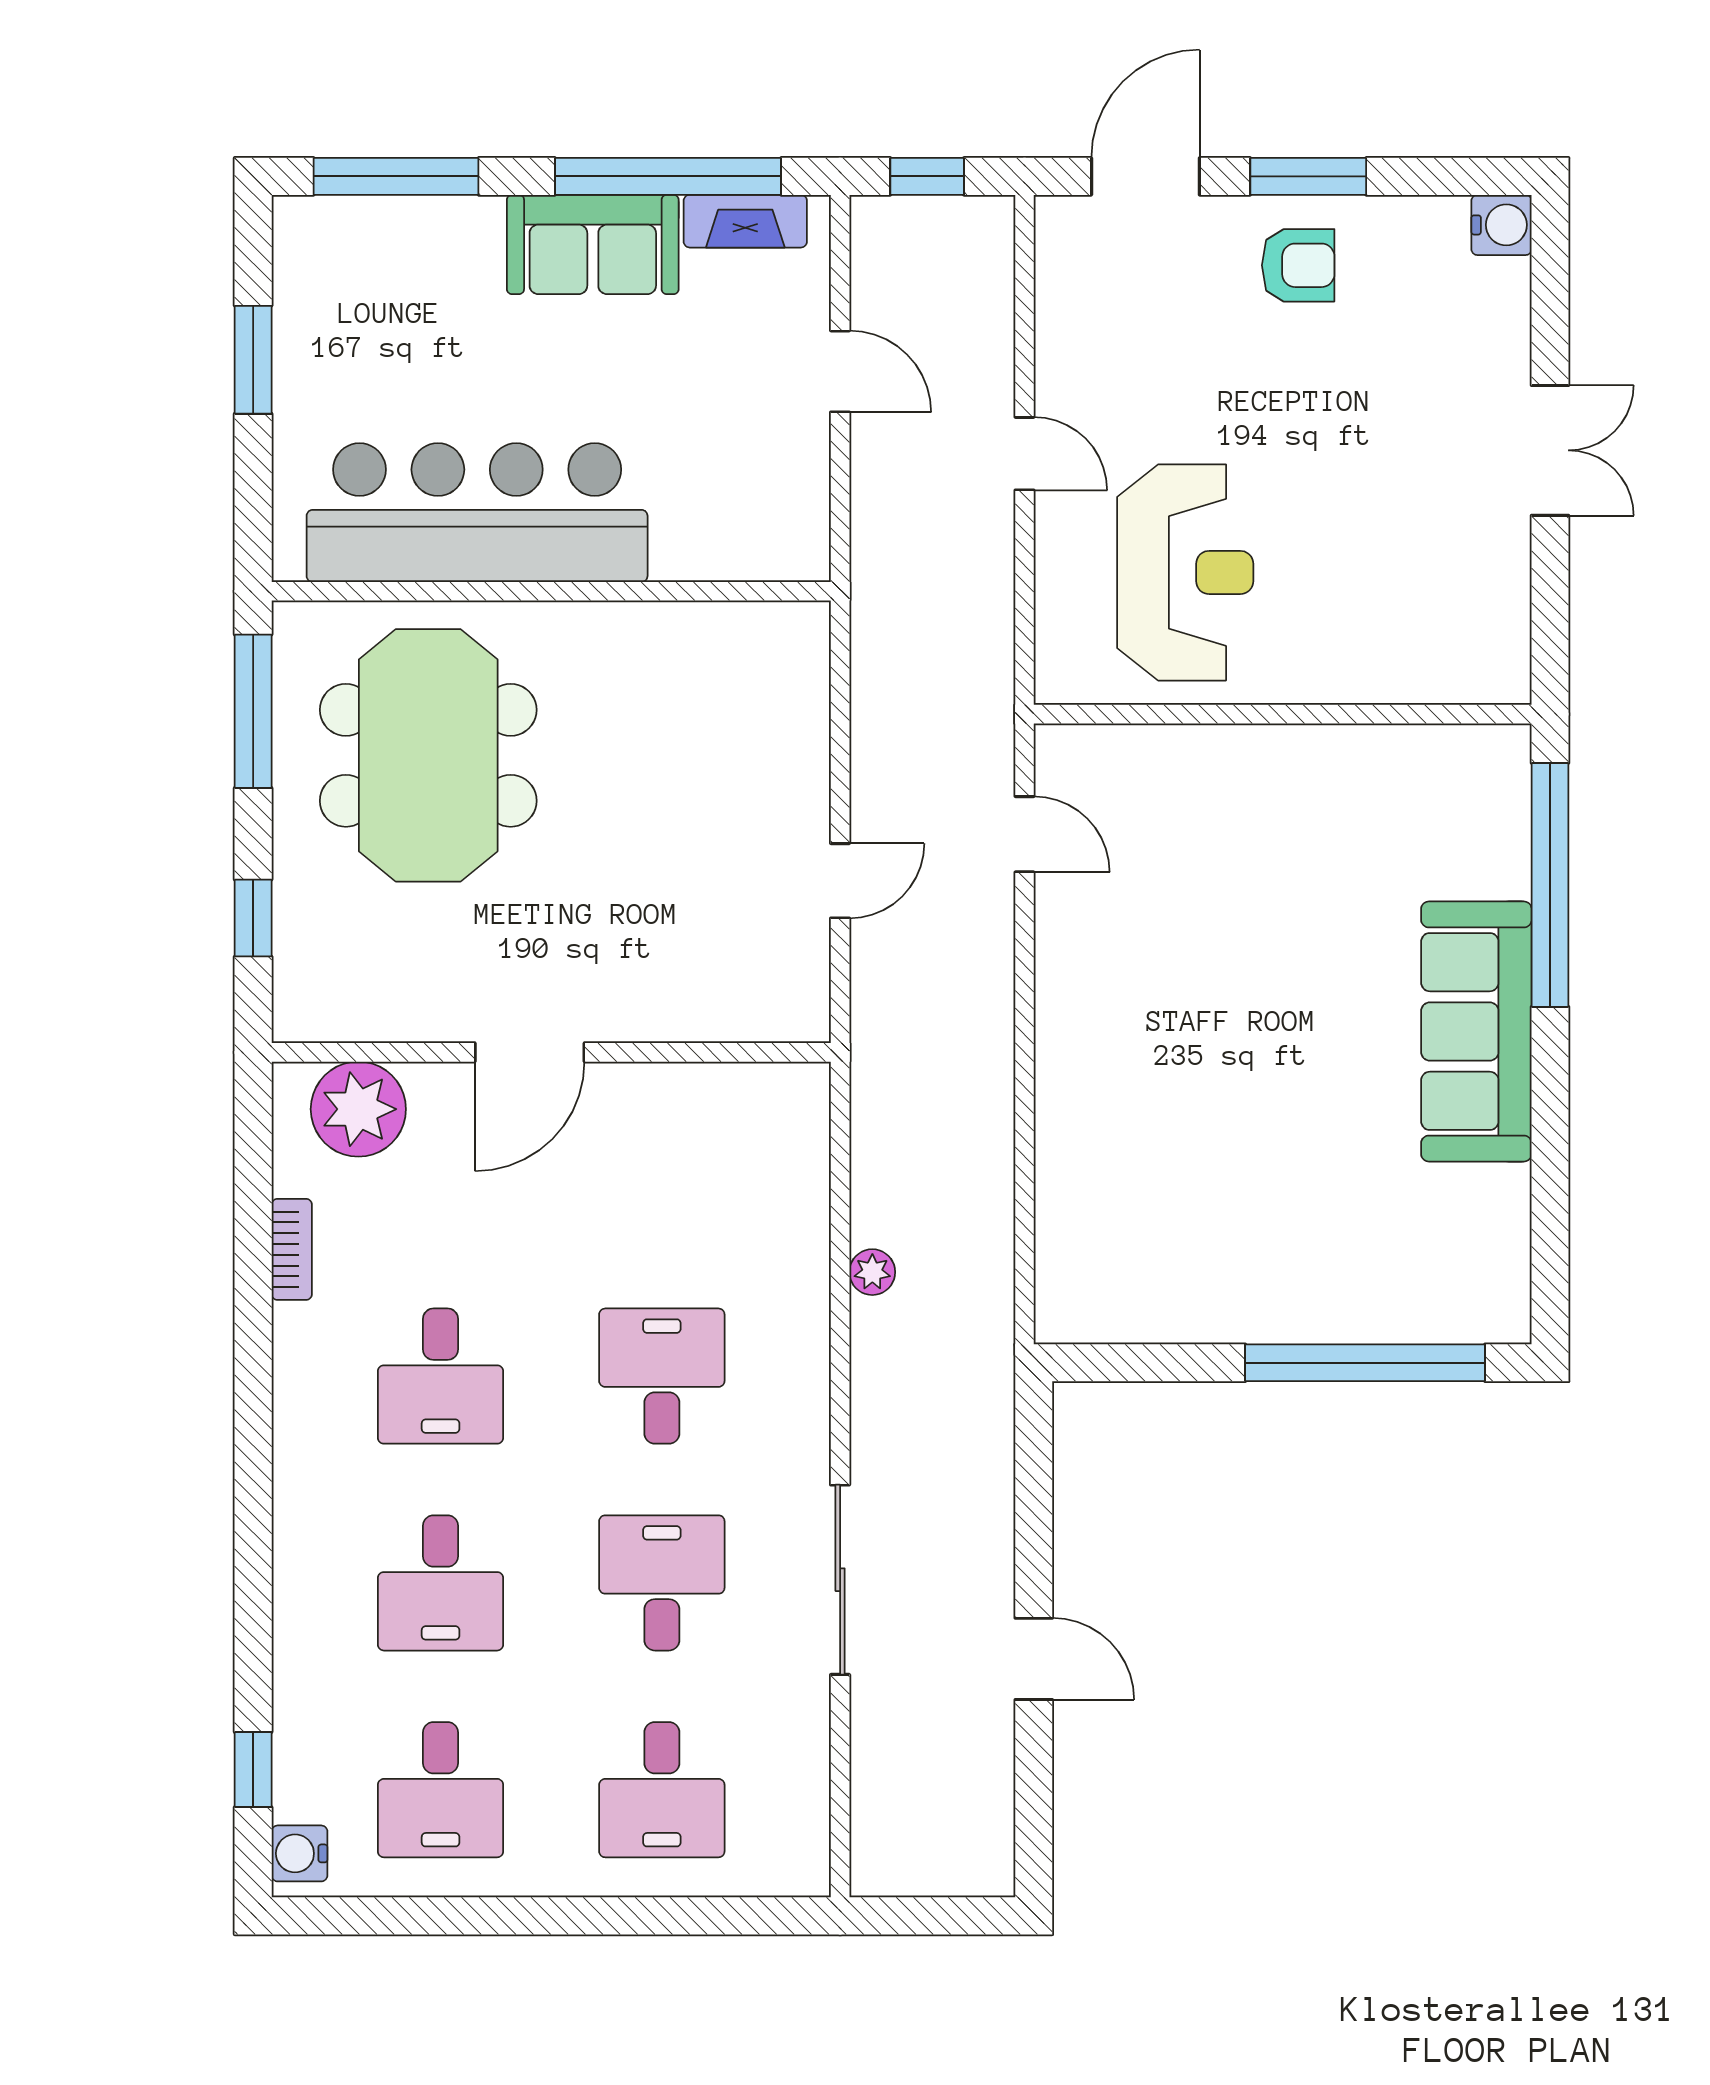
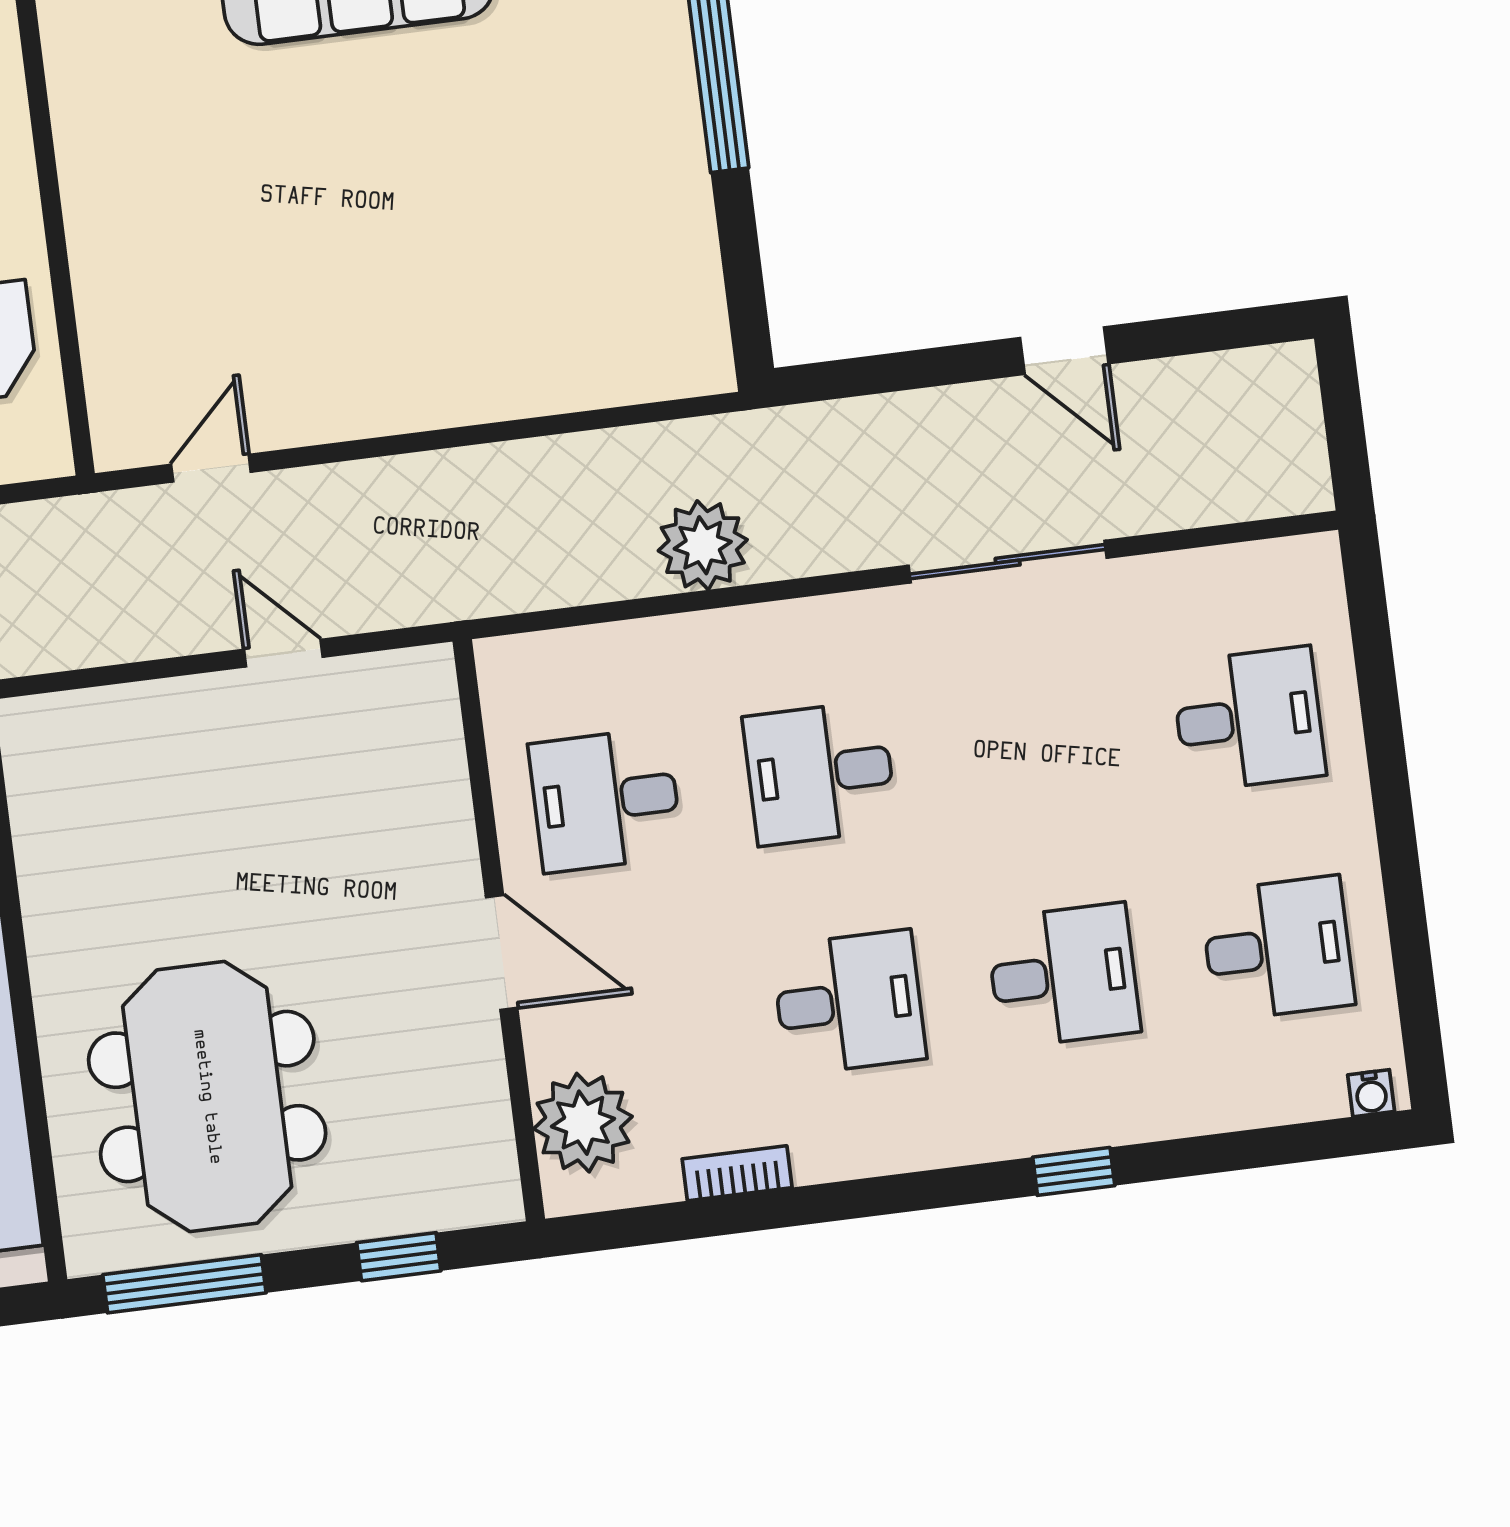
meeting table: (428, 755) -> (207, 1097), turned 90
plant: (872, 1272) -> (703, 545), width x1.87, depth x1.87
desk: (662, 1583) -> (606, 800), moved
door: (1034, 1659) -> (1064, 351), swing flipped
window: (253, 1770) -> (1074, 1171), moved
water cooler: (299, 1853) -> (1371, 1093), width x0.72, depth x0.72

